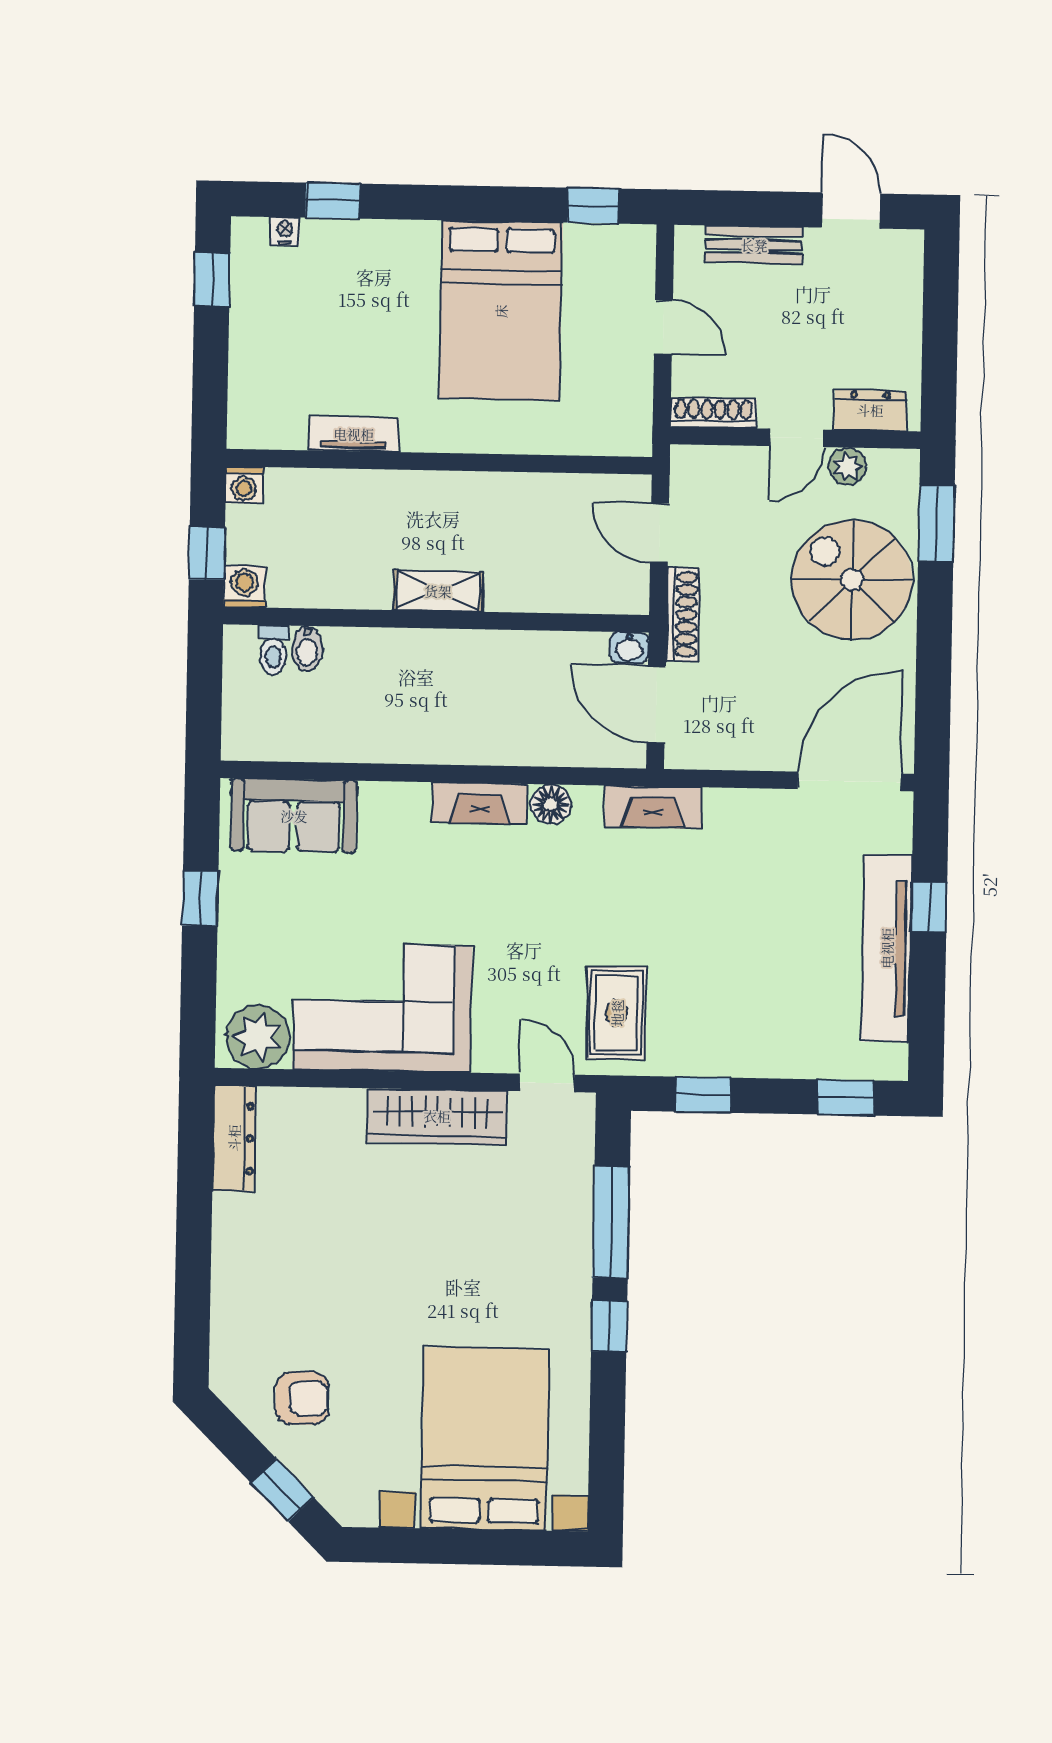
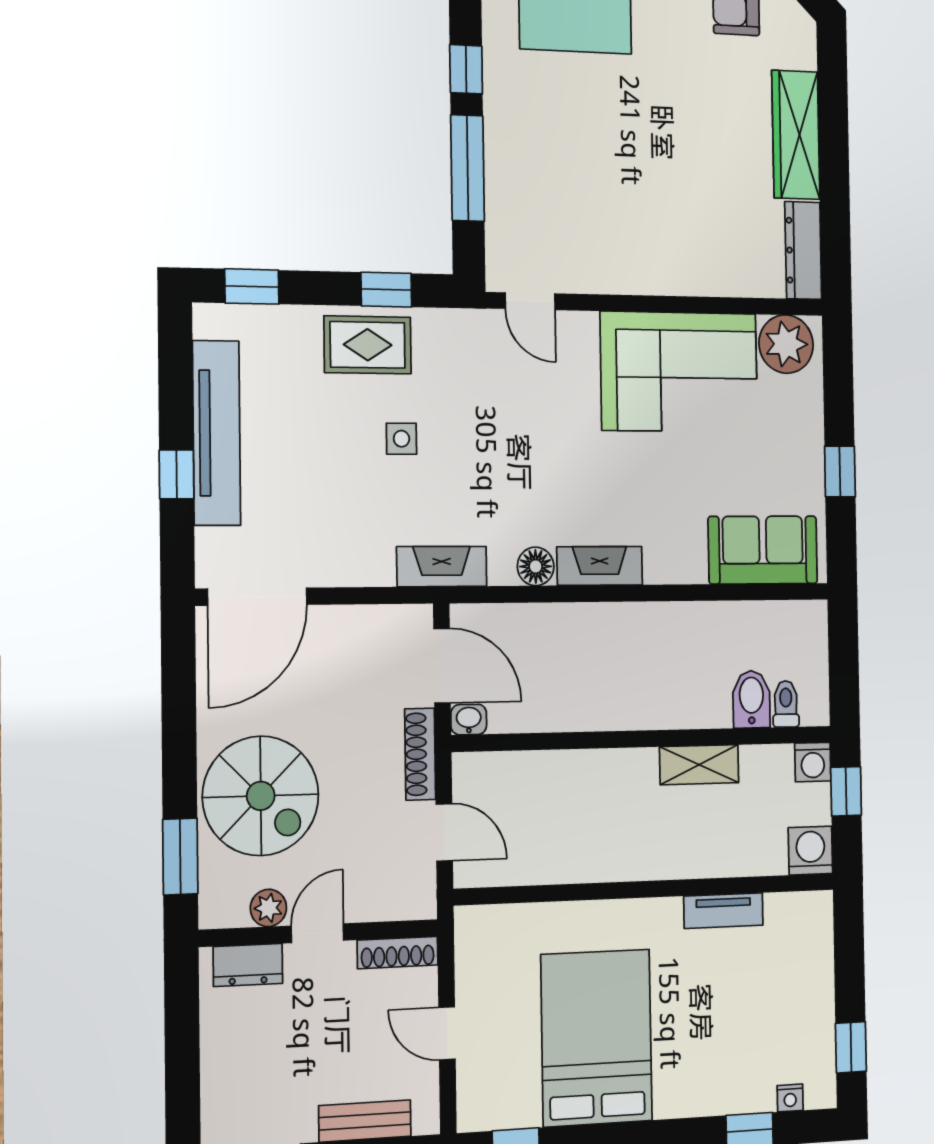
washing machine: (244, 485) -> (810, 851), width x1.38, depth x1.38
shelving: (438, 591) -> (699, 765), moved
bidet: (307, 648) -> (751, 699), width x1.38, depth x1.36
side table: (692, 940) -> (401, 439), added
rug: (617, 1013) -> (368, 345), moved, turned 90
wardrobe: (437, 1116) -> (796, 135), moved, turned -90

